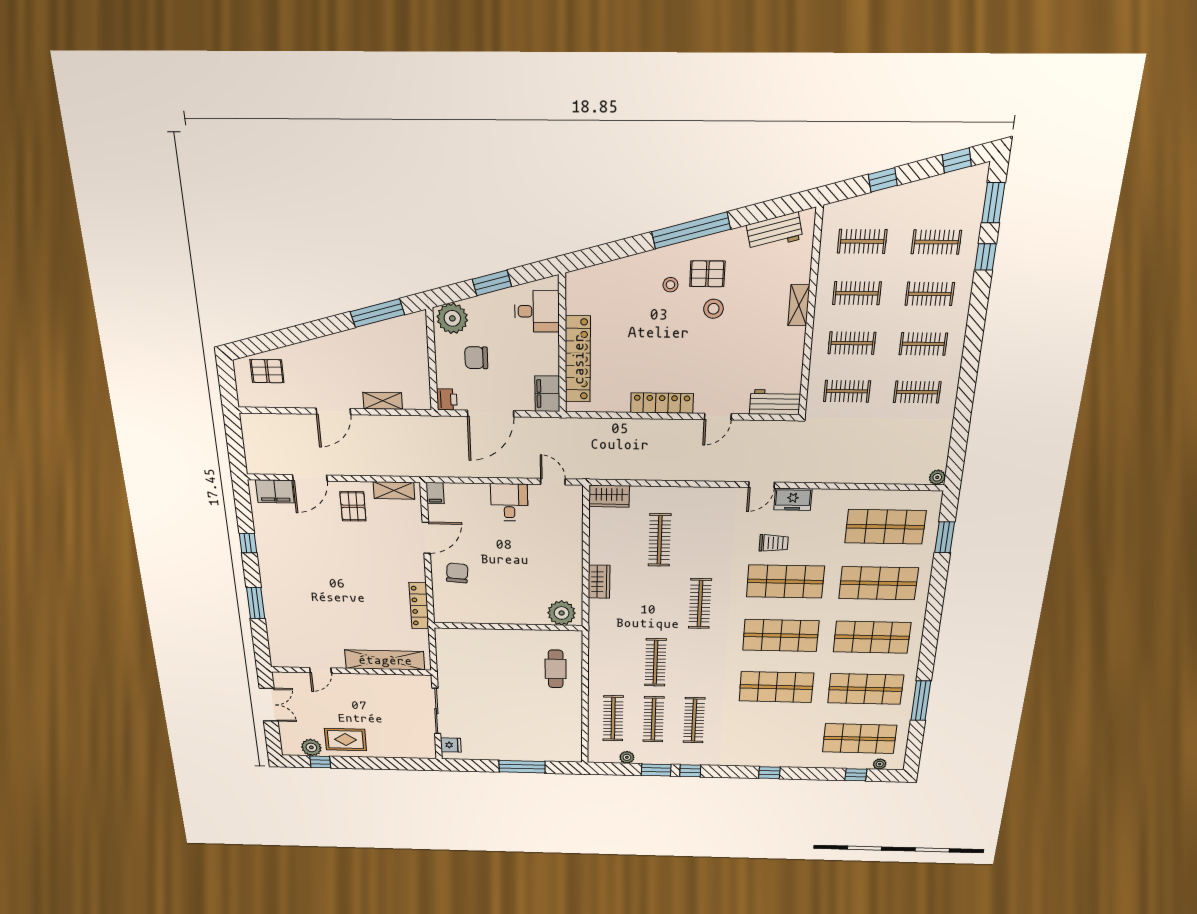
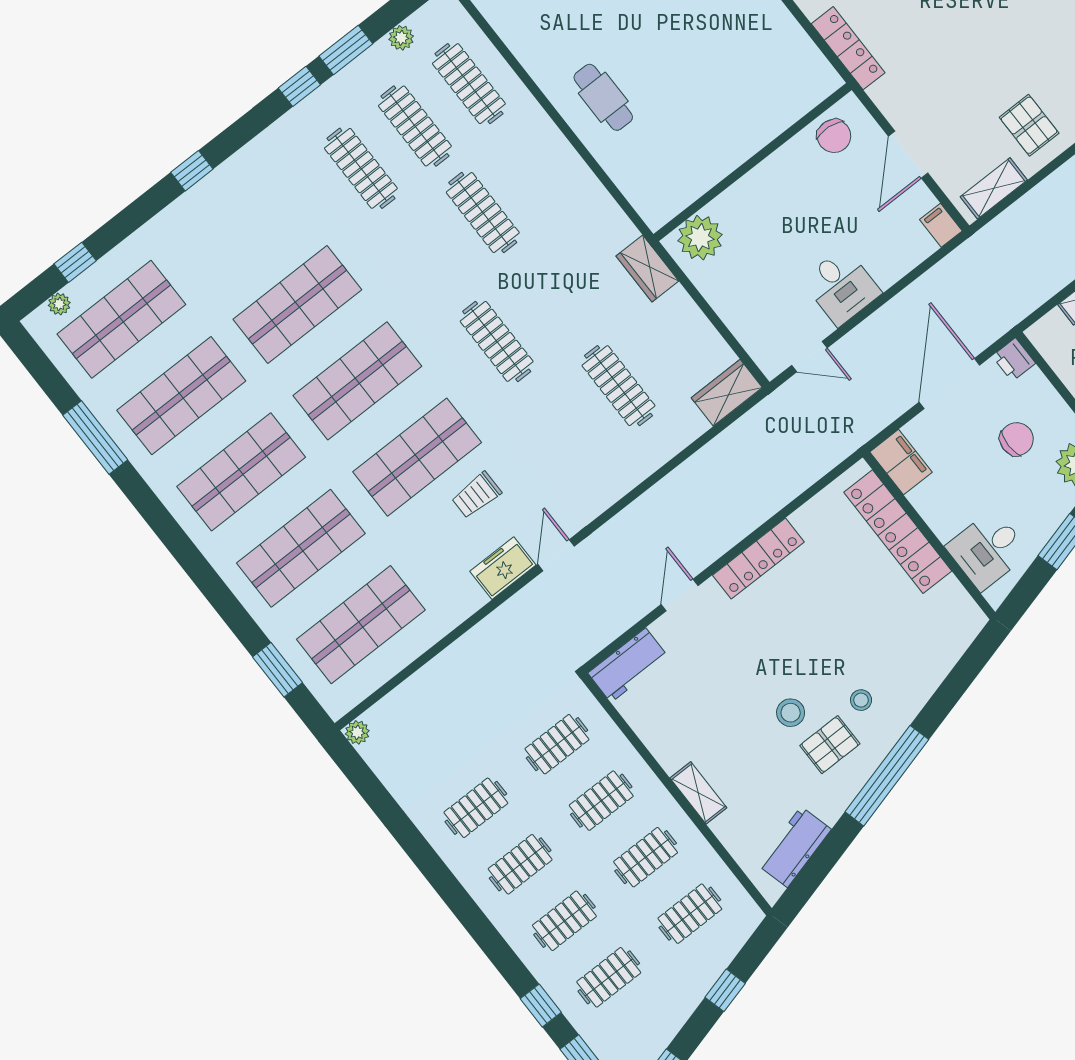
plant: (562, 613) -> (700, 238), moved
wall: (508, 627) -> (753, 162), moved

